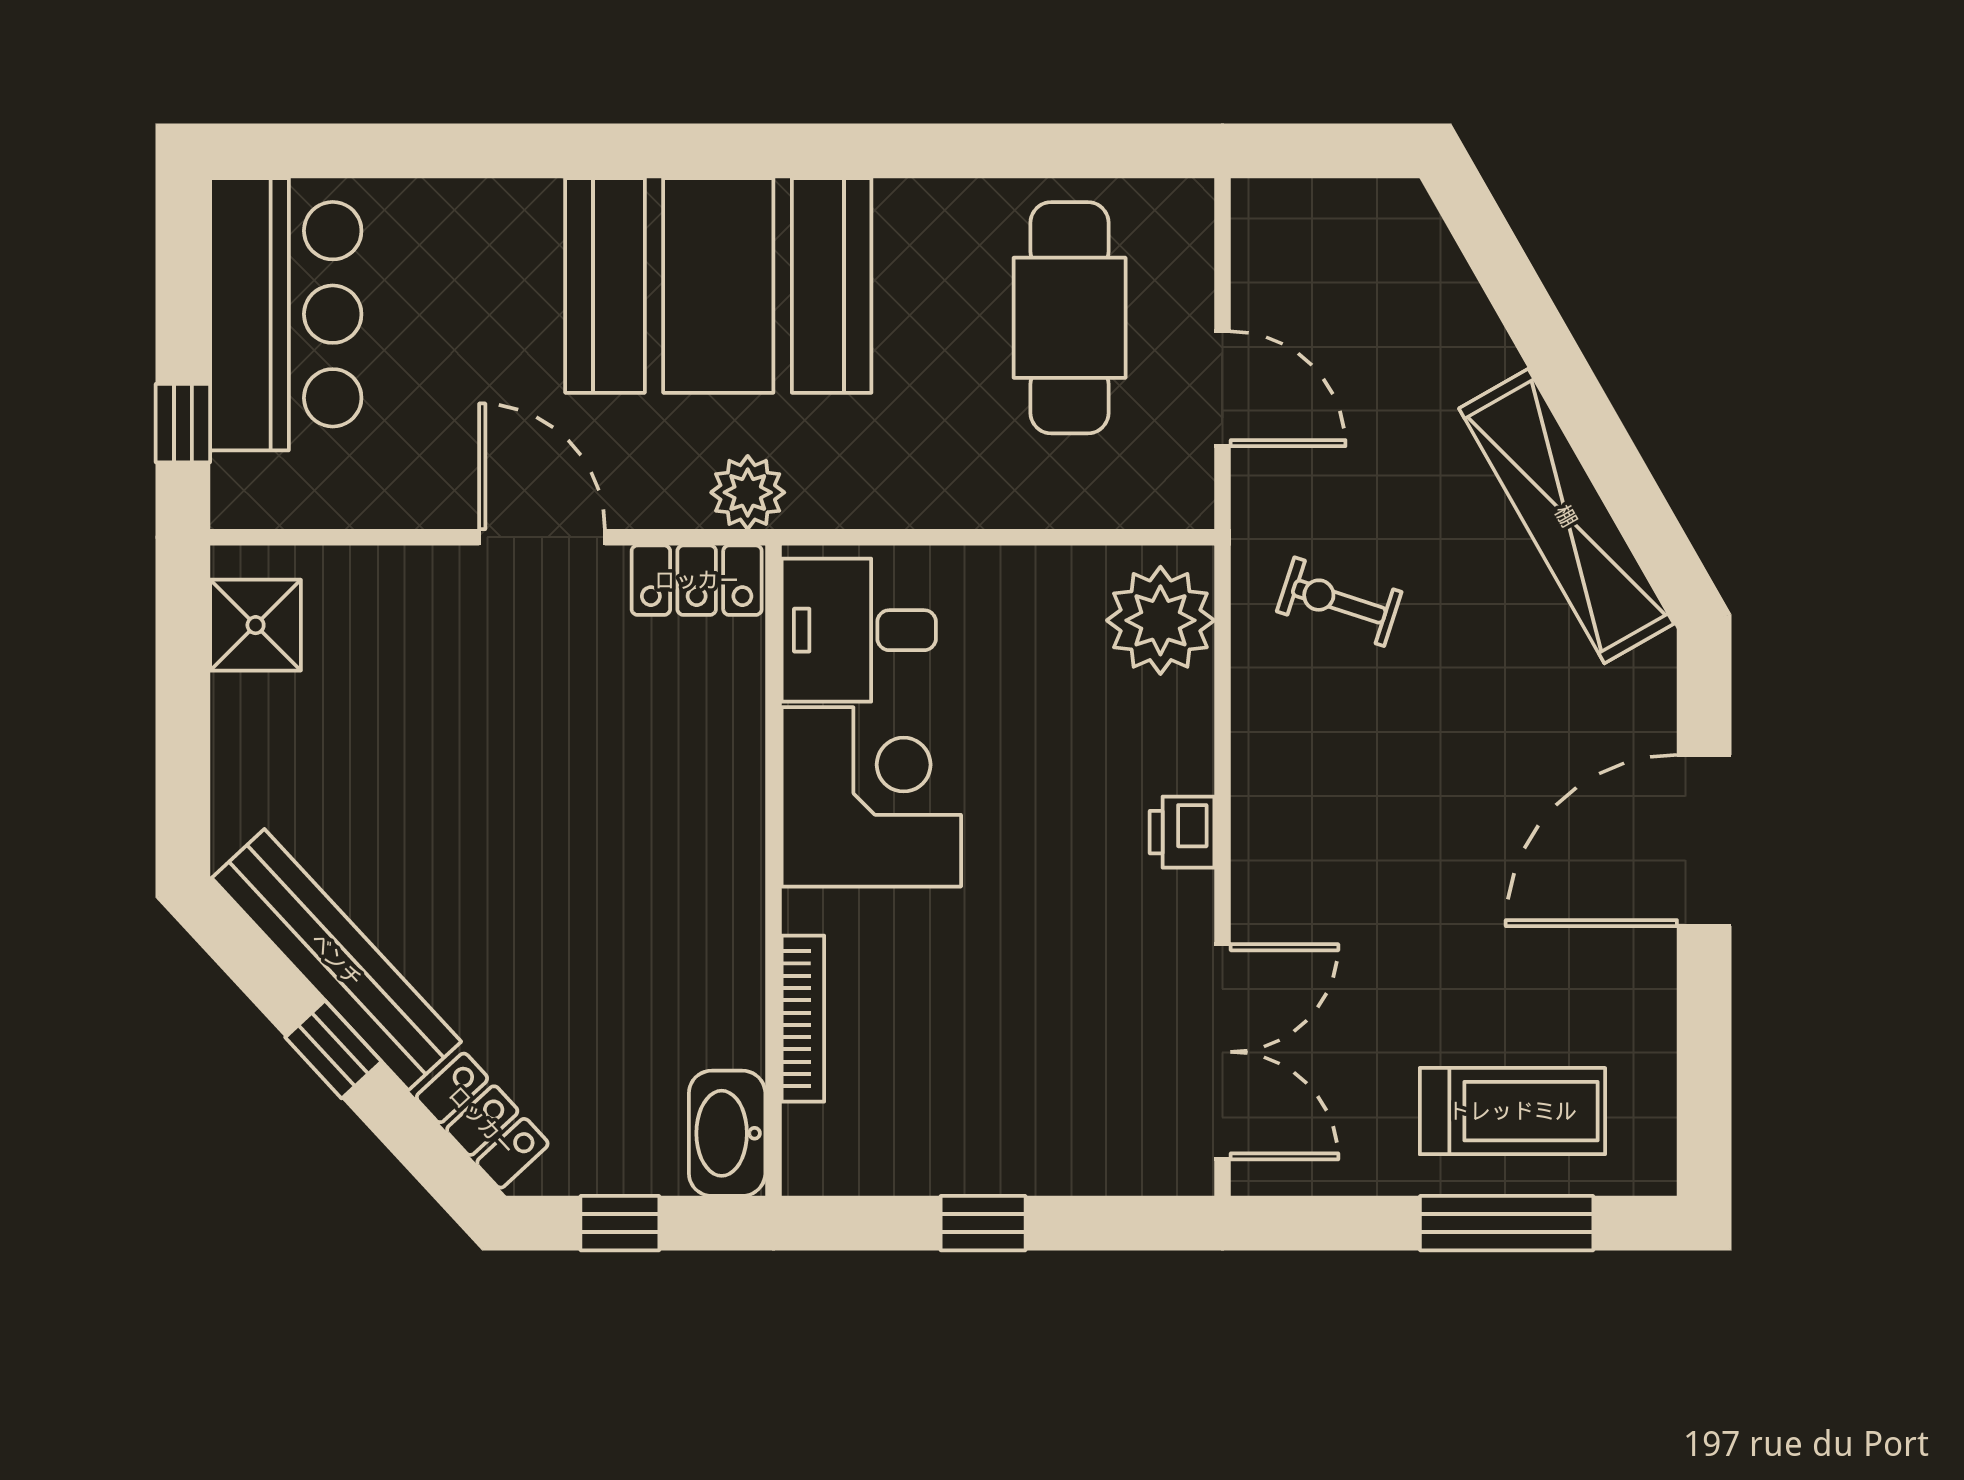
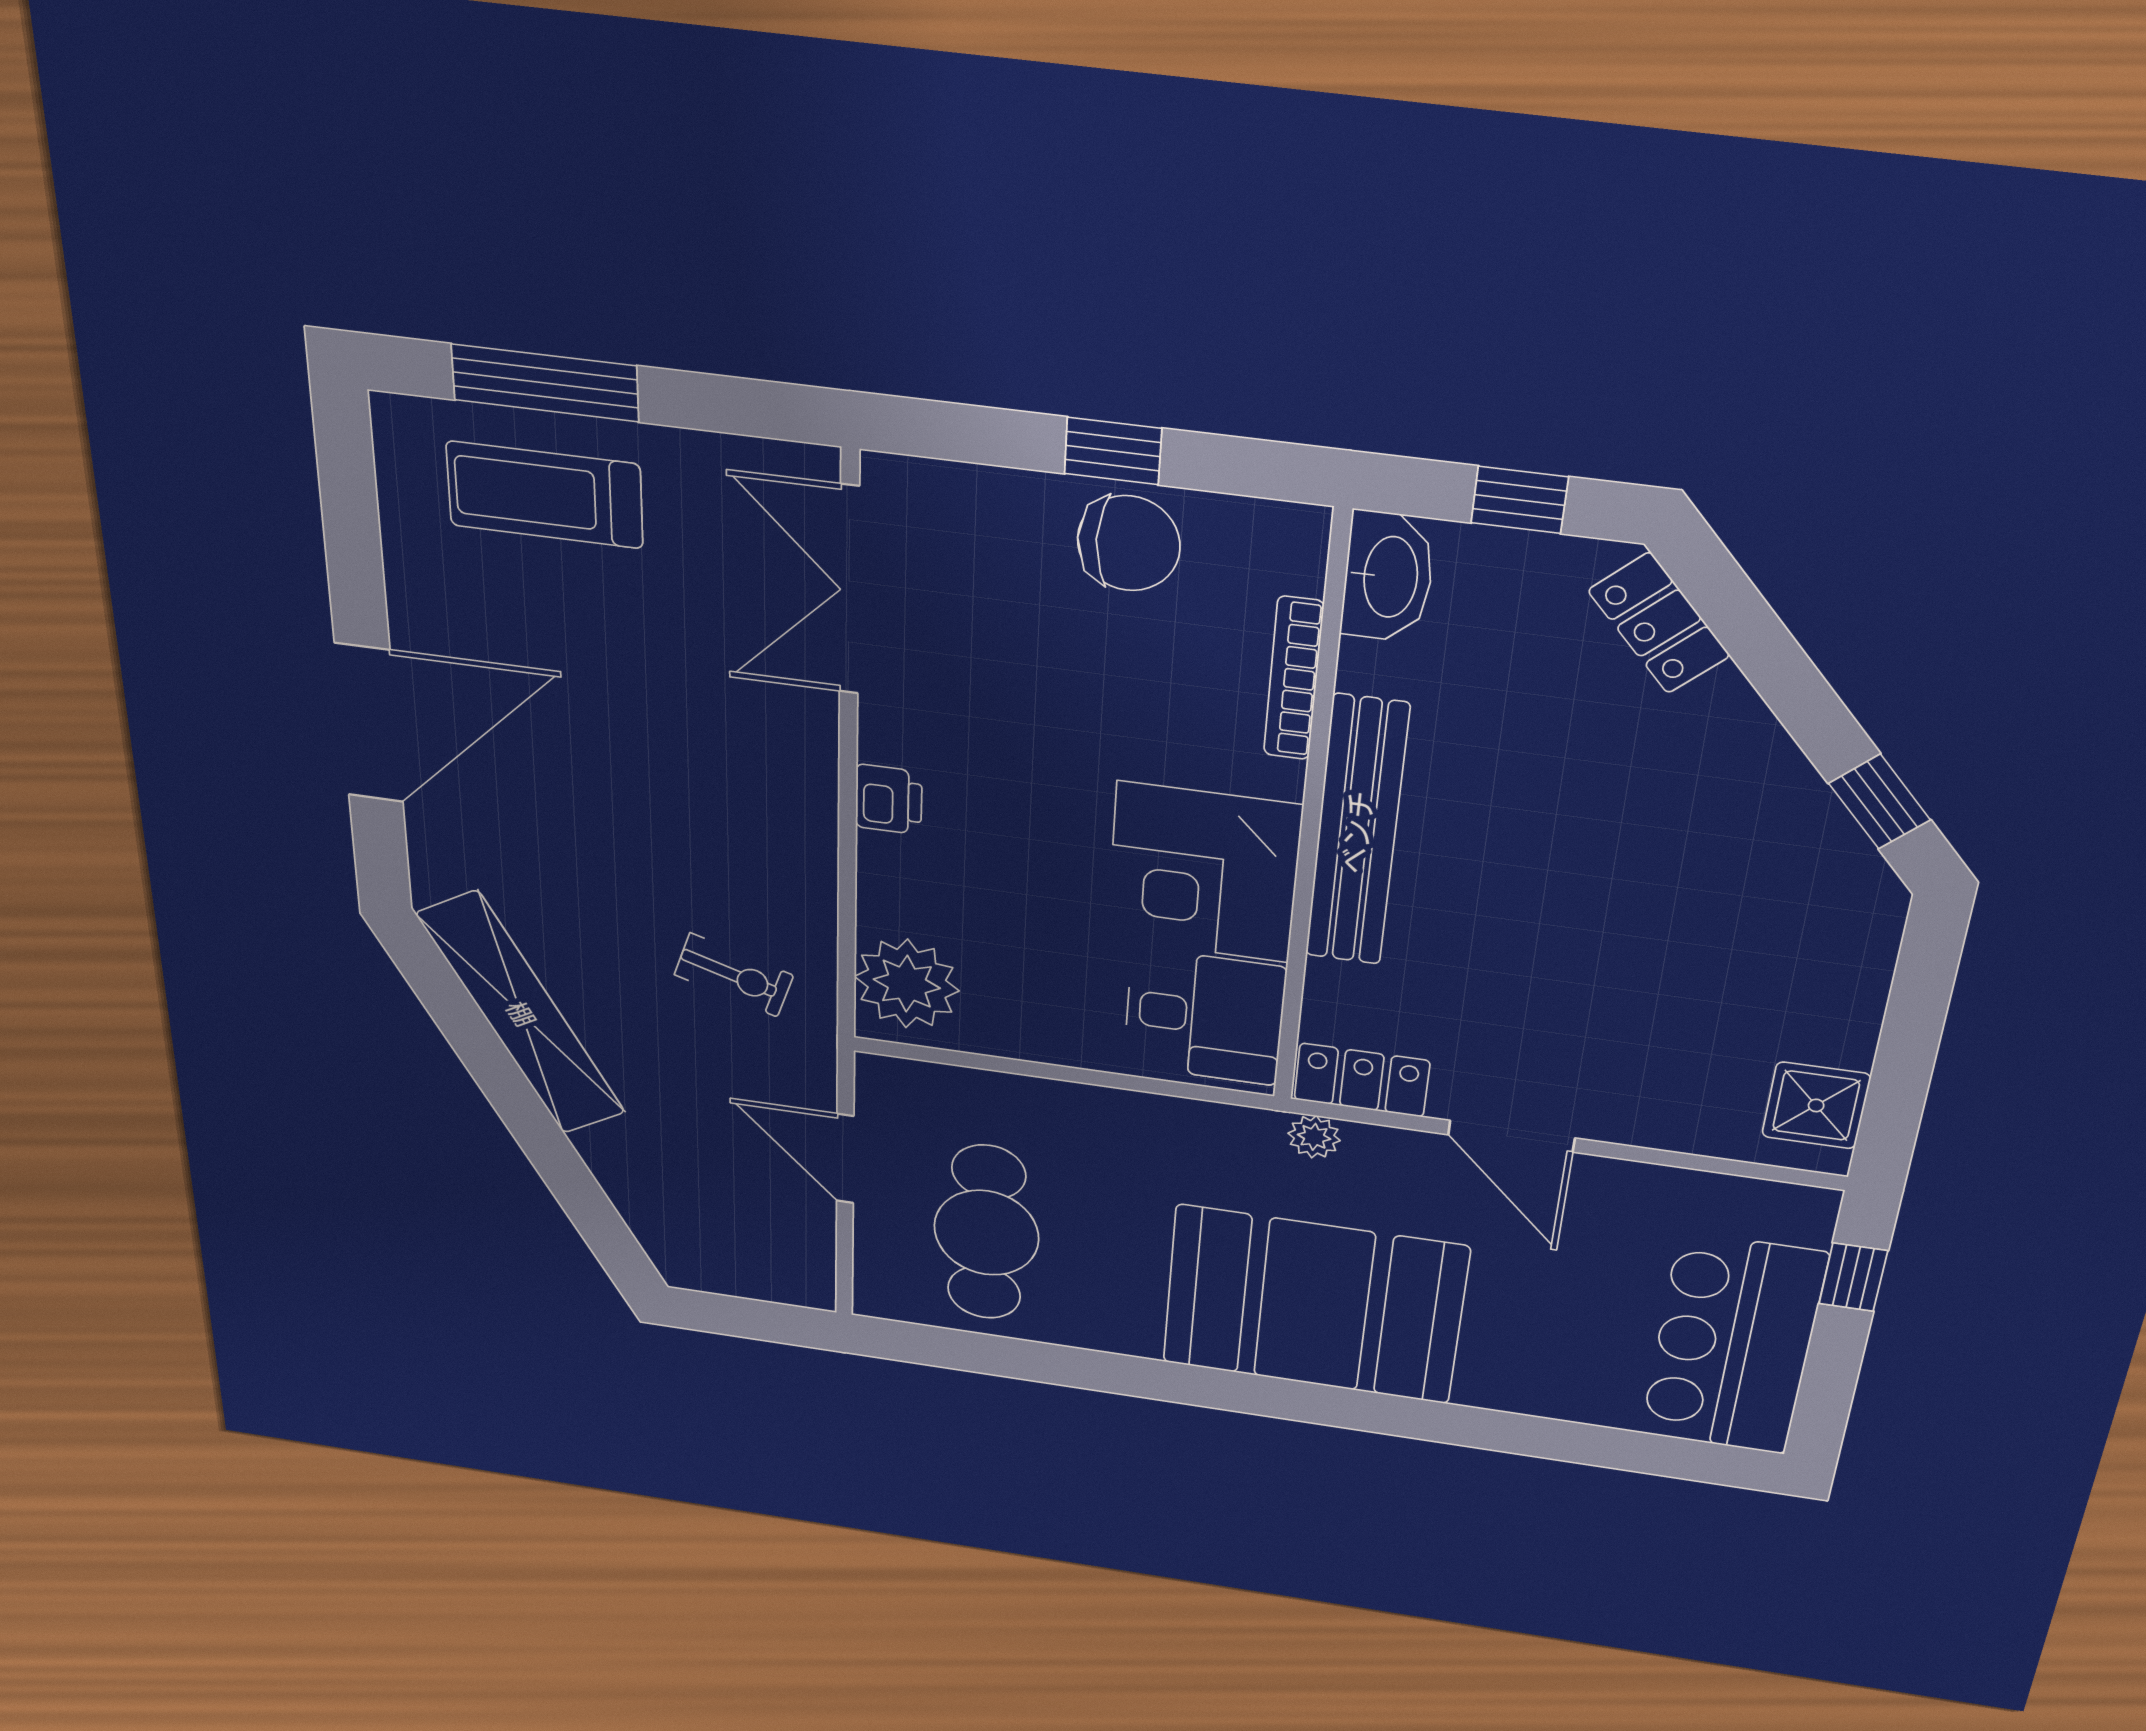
plant: (748, 492) -> (1314, 1137), width x0.73, depth x0.73
bench: (336, 960) -> (1357, 832), moved, turned 43
window: (333, 1049) -> (1880, 802), moved
chair: (964, 1135) -> (1129, 543), added

